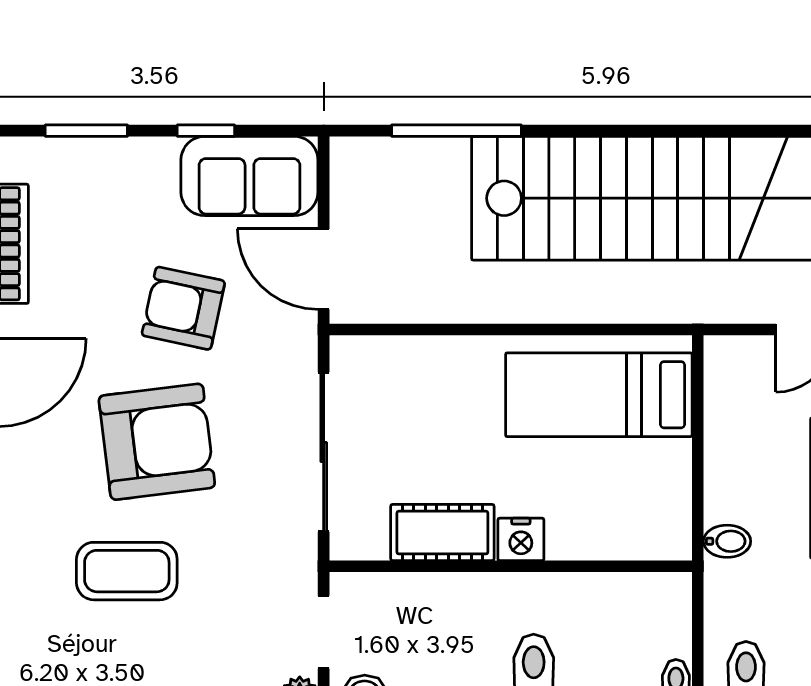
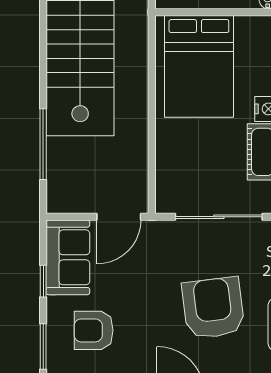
armchair: (183, 308) -> (94, 330), moved, turned 78
bed: (599, 395) -> (199, 66), width x1.50

